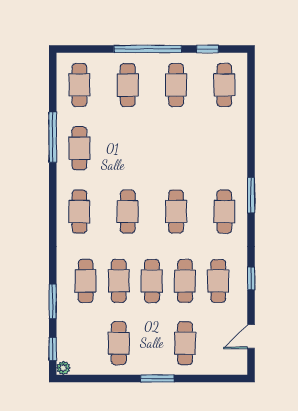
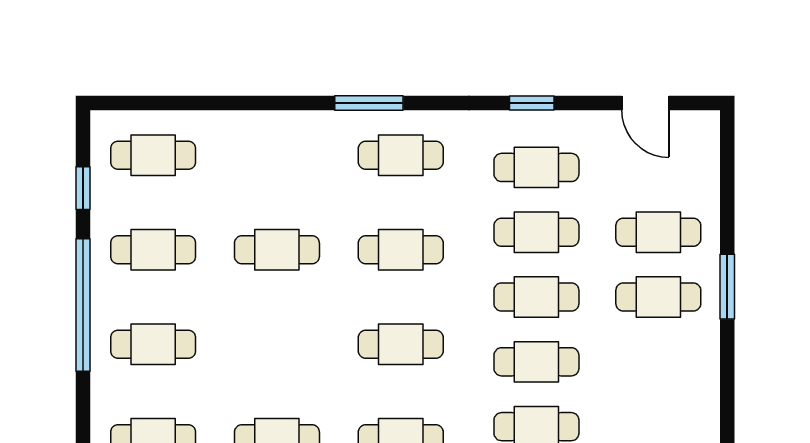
cafe table: (176, 148) -> (277, 250), added
cafe table: (119, 343) -> (658, 297), moved

